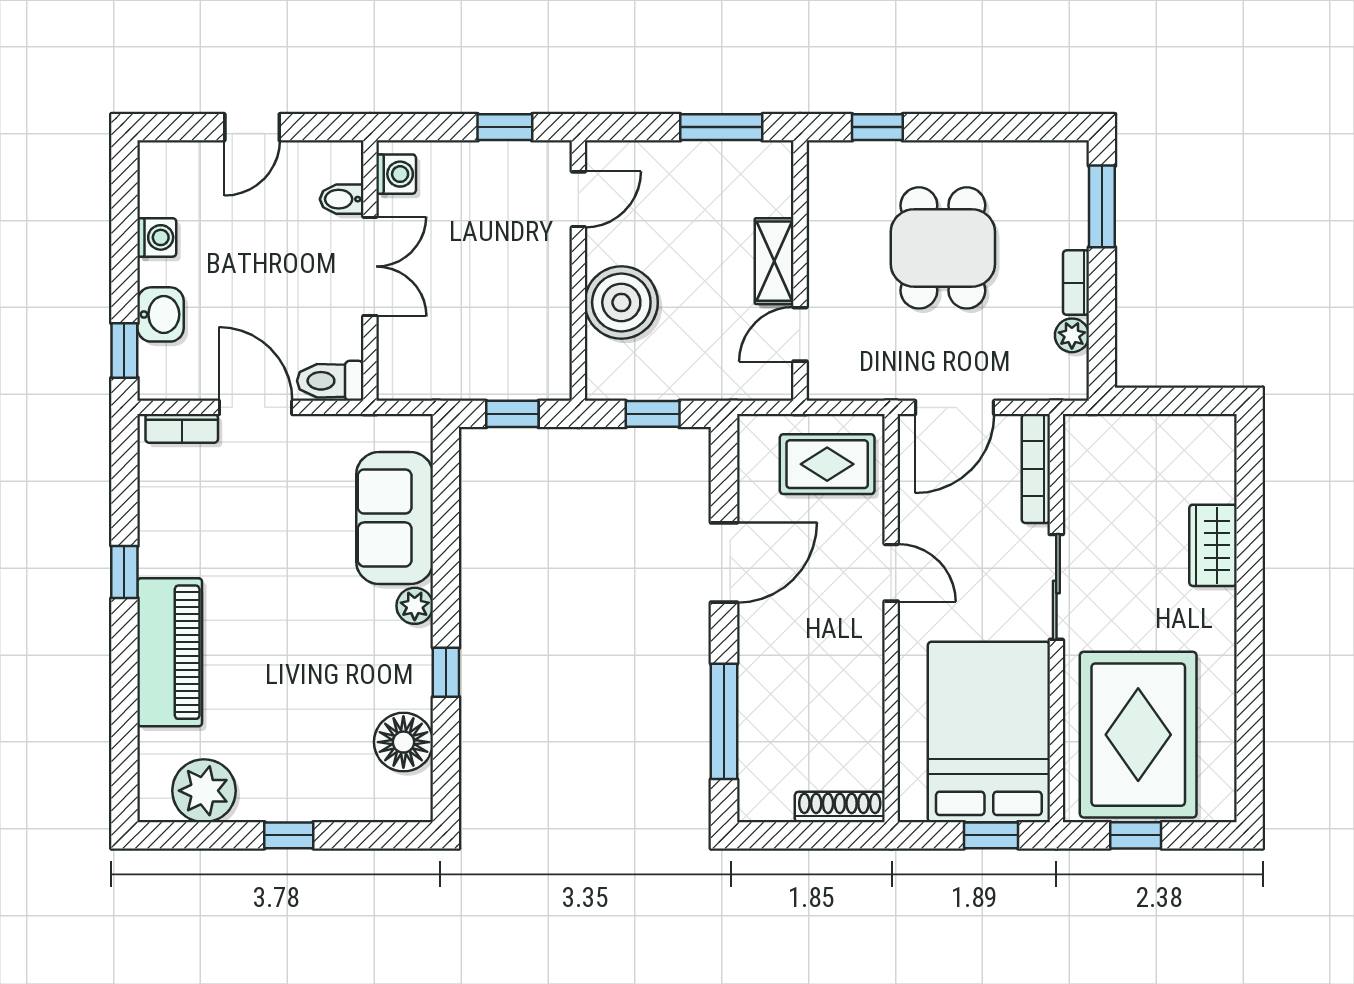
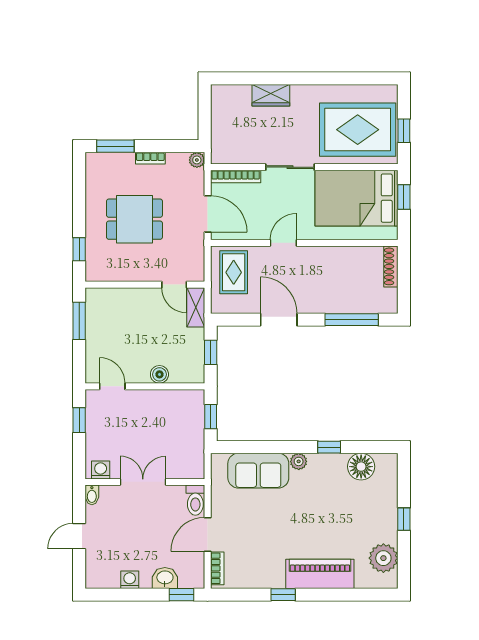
door: (252, 127) -> (79, 536), swing flipped
bidet: (342, 199) -> (92, 495), moved
shelving: (774, 261) -> (196, 307), moved, turned 90
boiler: (621, 302) -> (159, 374), width x0.54, depth x0.54
plant: (1072, 335) -> (197, 160), moved

